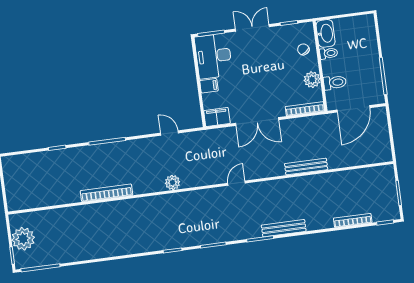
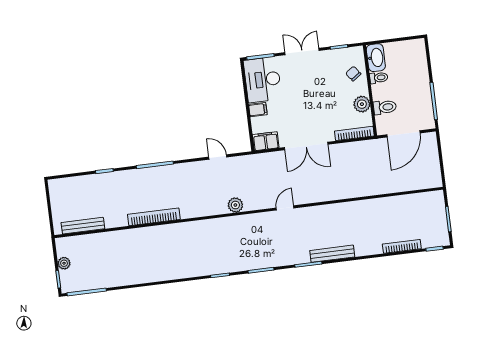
bench: (306, 167) -> (83, 226), moved
plant: (173, 182) -> (235, 205), moved
plant: (23, 239) -> (64, 263), width x0.53, depth x0.53

